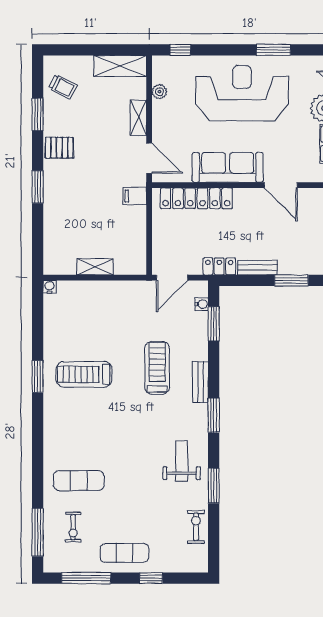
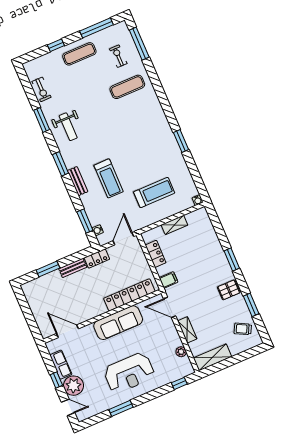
reception desk: (242, 93) -> (129, 373), width x0.74, depth x0.77
door: (281, 185) -> (68, 331), moved
locker: (137, 239) -> (156, 254), added
treadmill: (84, 374) -> (154, 192), moved

